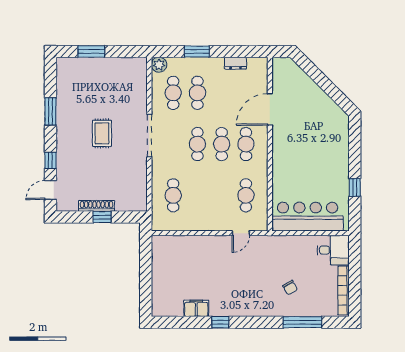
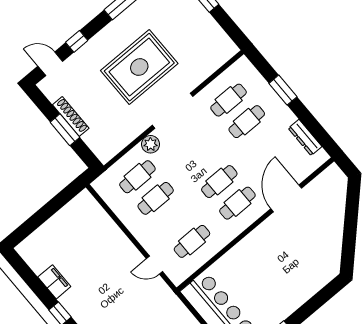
dresser: (235, 63) -> (305, 137), width x1.44
plant: (159, 65) -> (151, 144), moved
door: (270, 109) -> (286, 198), hinge flipped
rug: (102, 133) -> (139, 67), width x1.86, depth x2.06
cafe table: (197, 144) -> (156, 198), moved
window: (102, 217) -> (65, 130), width x1.50

